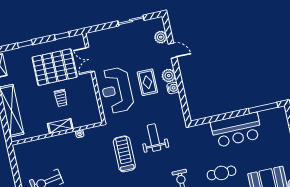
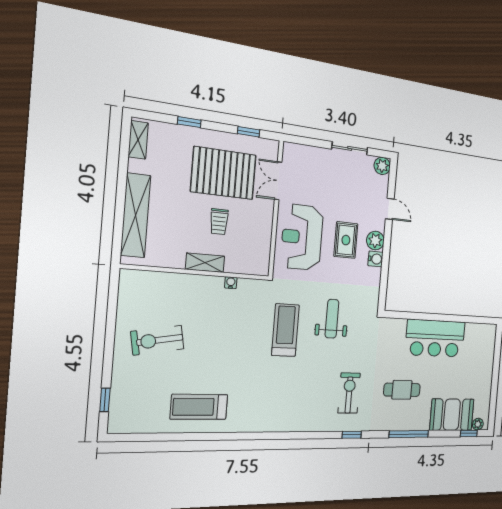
plant: (161, 37) -> (382, 166), moved
window: (263, 108) -> (473, 320), removed

